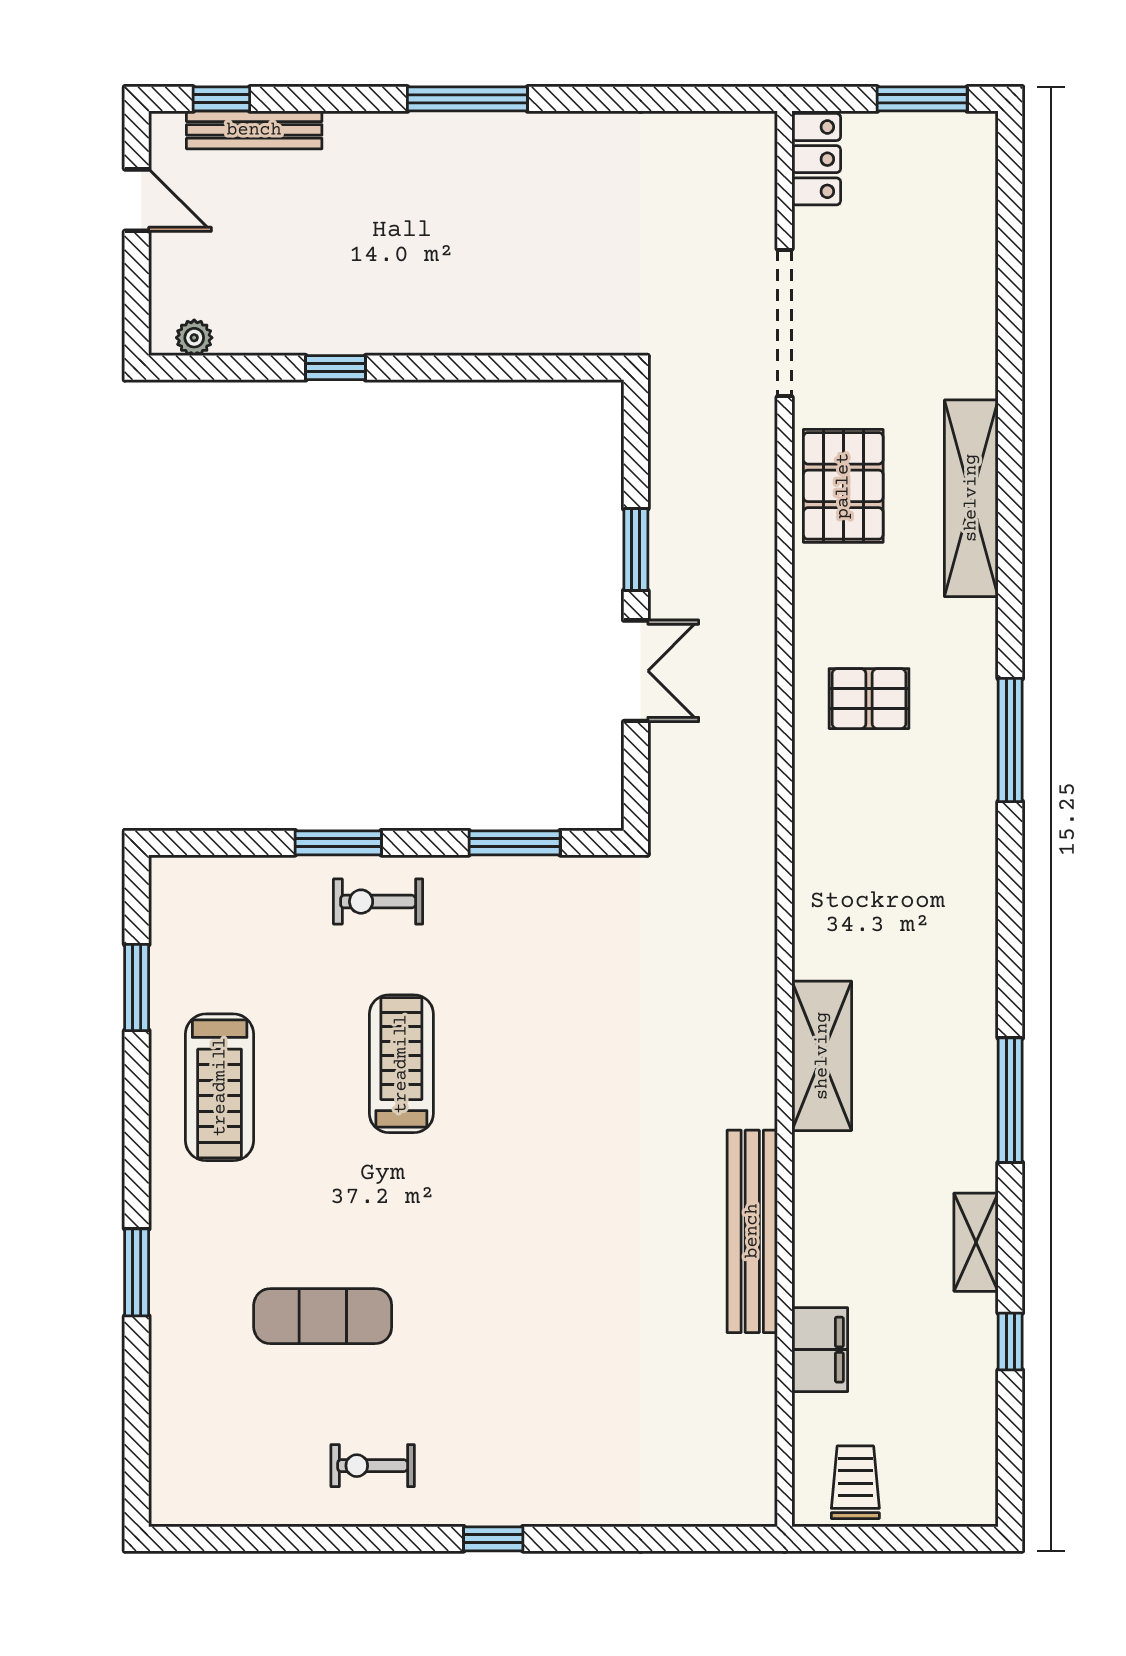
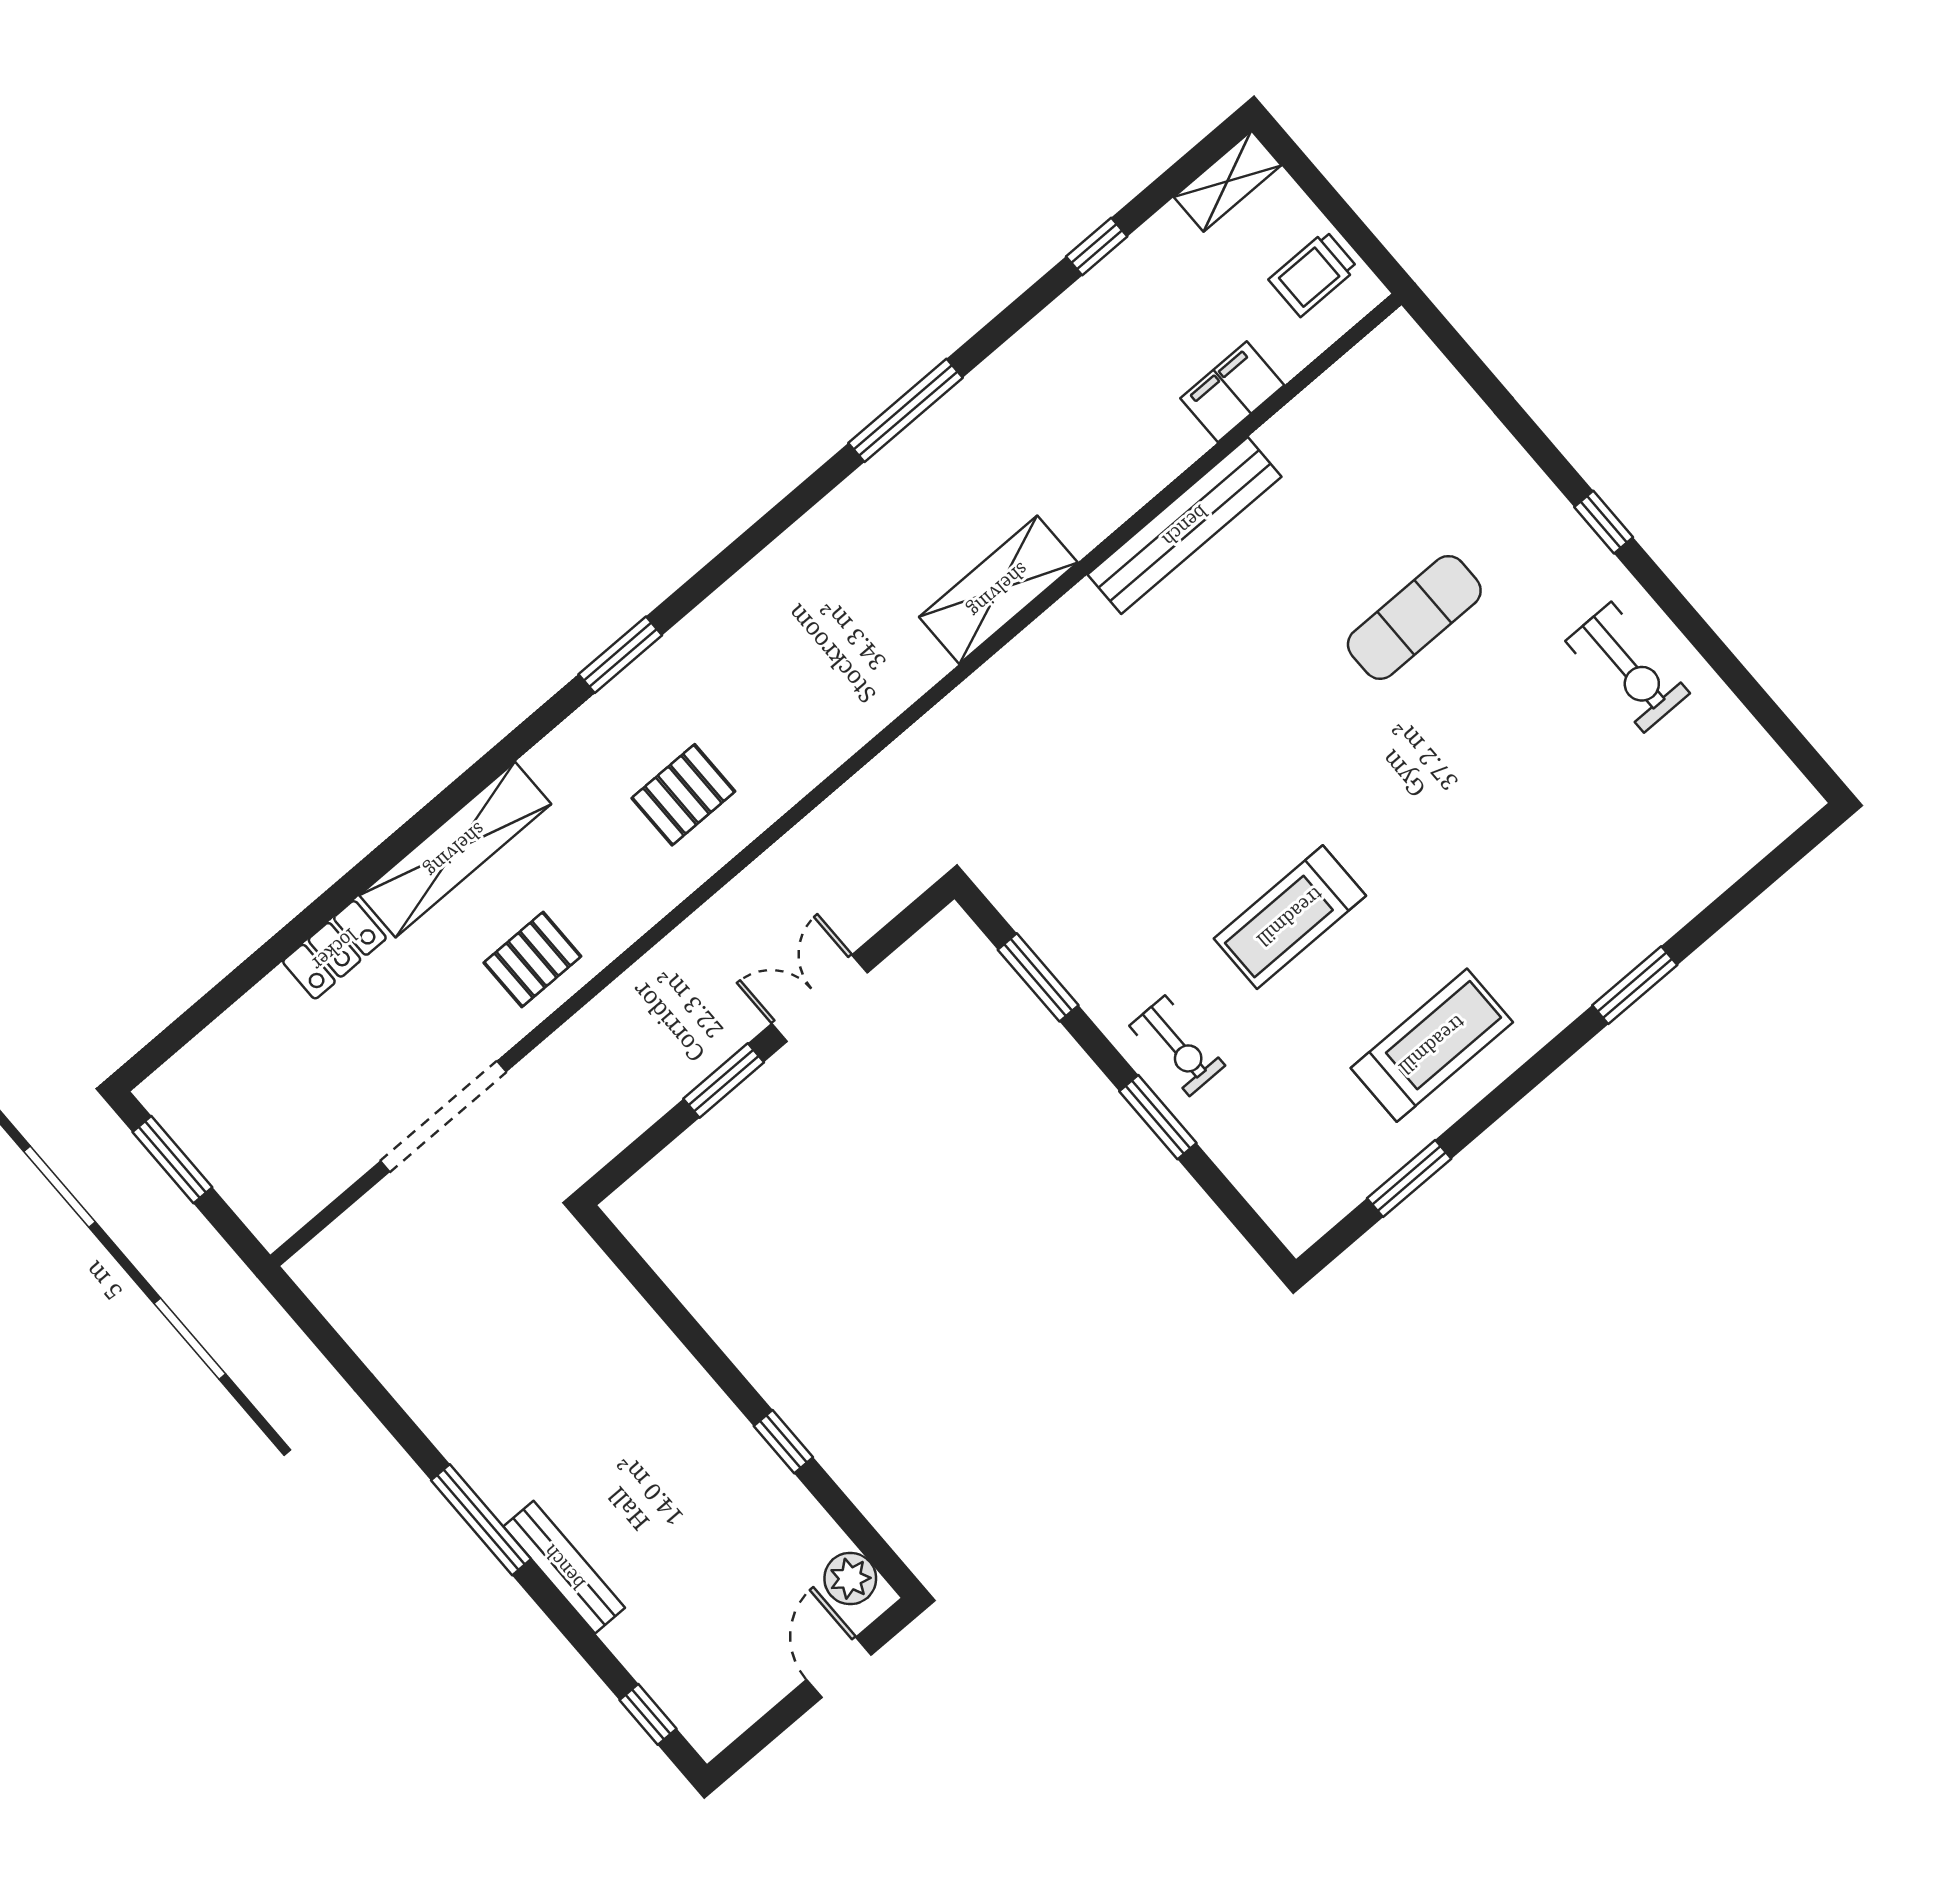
bench: (254, 130) -> (564, 1567), moved
locker: (816, 159) -> (334, 950), moved, turned 180
door: (137, 200) -> (839, 1667), moved
plant: (194, 338) -> (850, 1579), width x1.38, depth x1.38
pallet: (843, 486) -> (532, 959), width x0.67, depth x0.71
pallet: (869, 699) -> (683, 795), turned 90
window: (1010, 740) -> (620, 655), width x0.69
shelving: (976, 1242) -> (1228, 181), moved
exercise mat: (323, 1316) -> (1414, 617), moved, turned 90
exercise bike: (373, 1466) -> (1628, 667), width x1.38, depth x1.39

